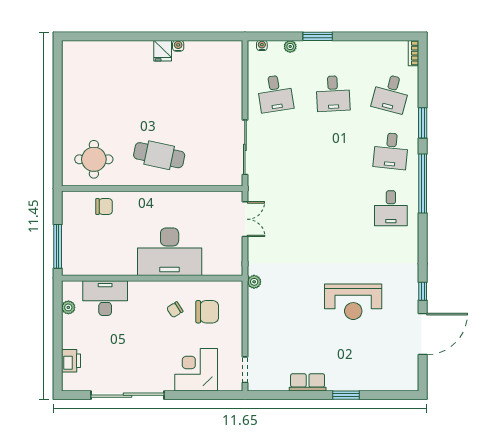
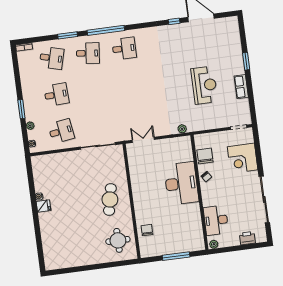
desk: (170, 252) -> (181, 183), moved
wall: (152, 278) -> (199, 192), moved
desk: (105, 298) -> (216, 220), moved
reception desk: (353, 302) -> (204, 85), moved

